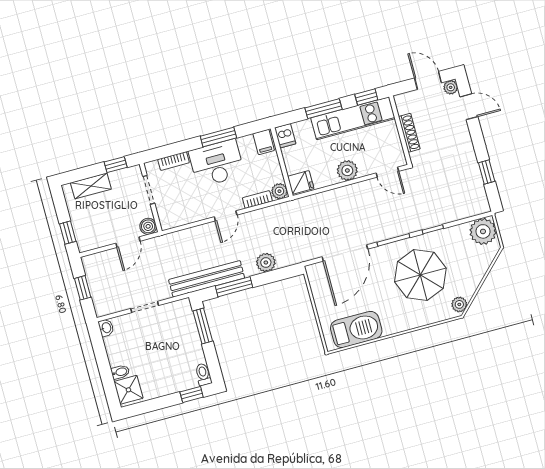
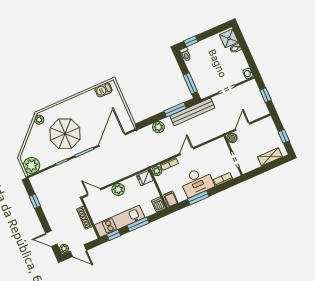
window: (116, 165) -> (257, 172), removed
window: (68, 233) -> (284, 136), moved
barbecue: (356, 329) -> (104, 90), width x0.53, depth x0.65

